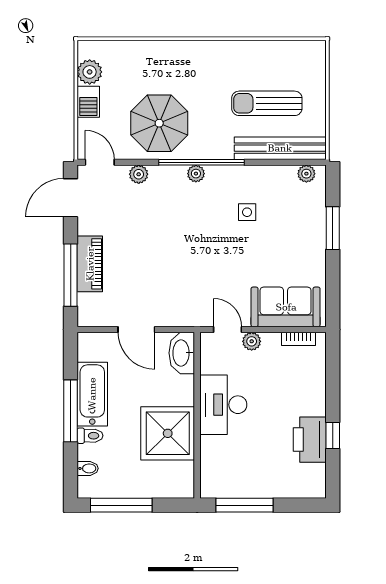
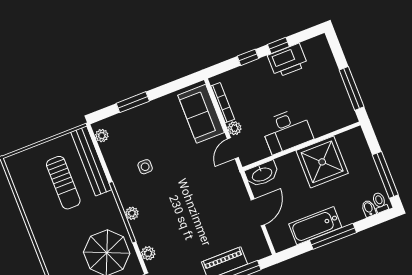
bookcase: (298, 339) -> (223, 103), width x1.56
window: (333, 392) -> (248, 57), added
toilet: (90, 436) -> (380, 202), moved

